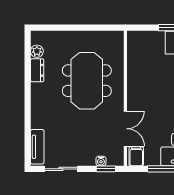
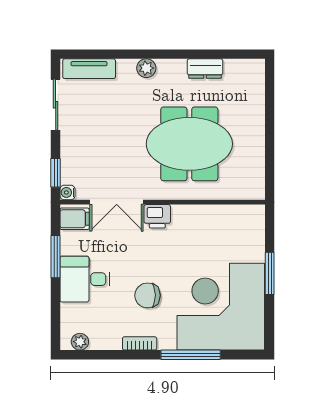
plant: (37, 51) -> (146, 68), moved
printer: (135, 102) -> (157, 216), added
water cooler: (101, 161) -> (68, 192), moved

